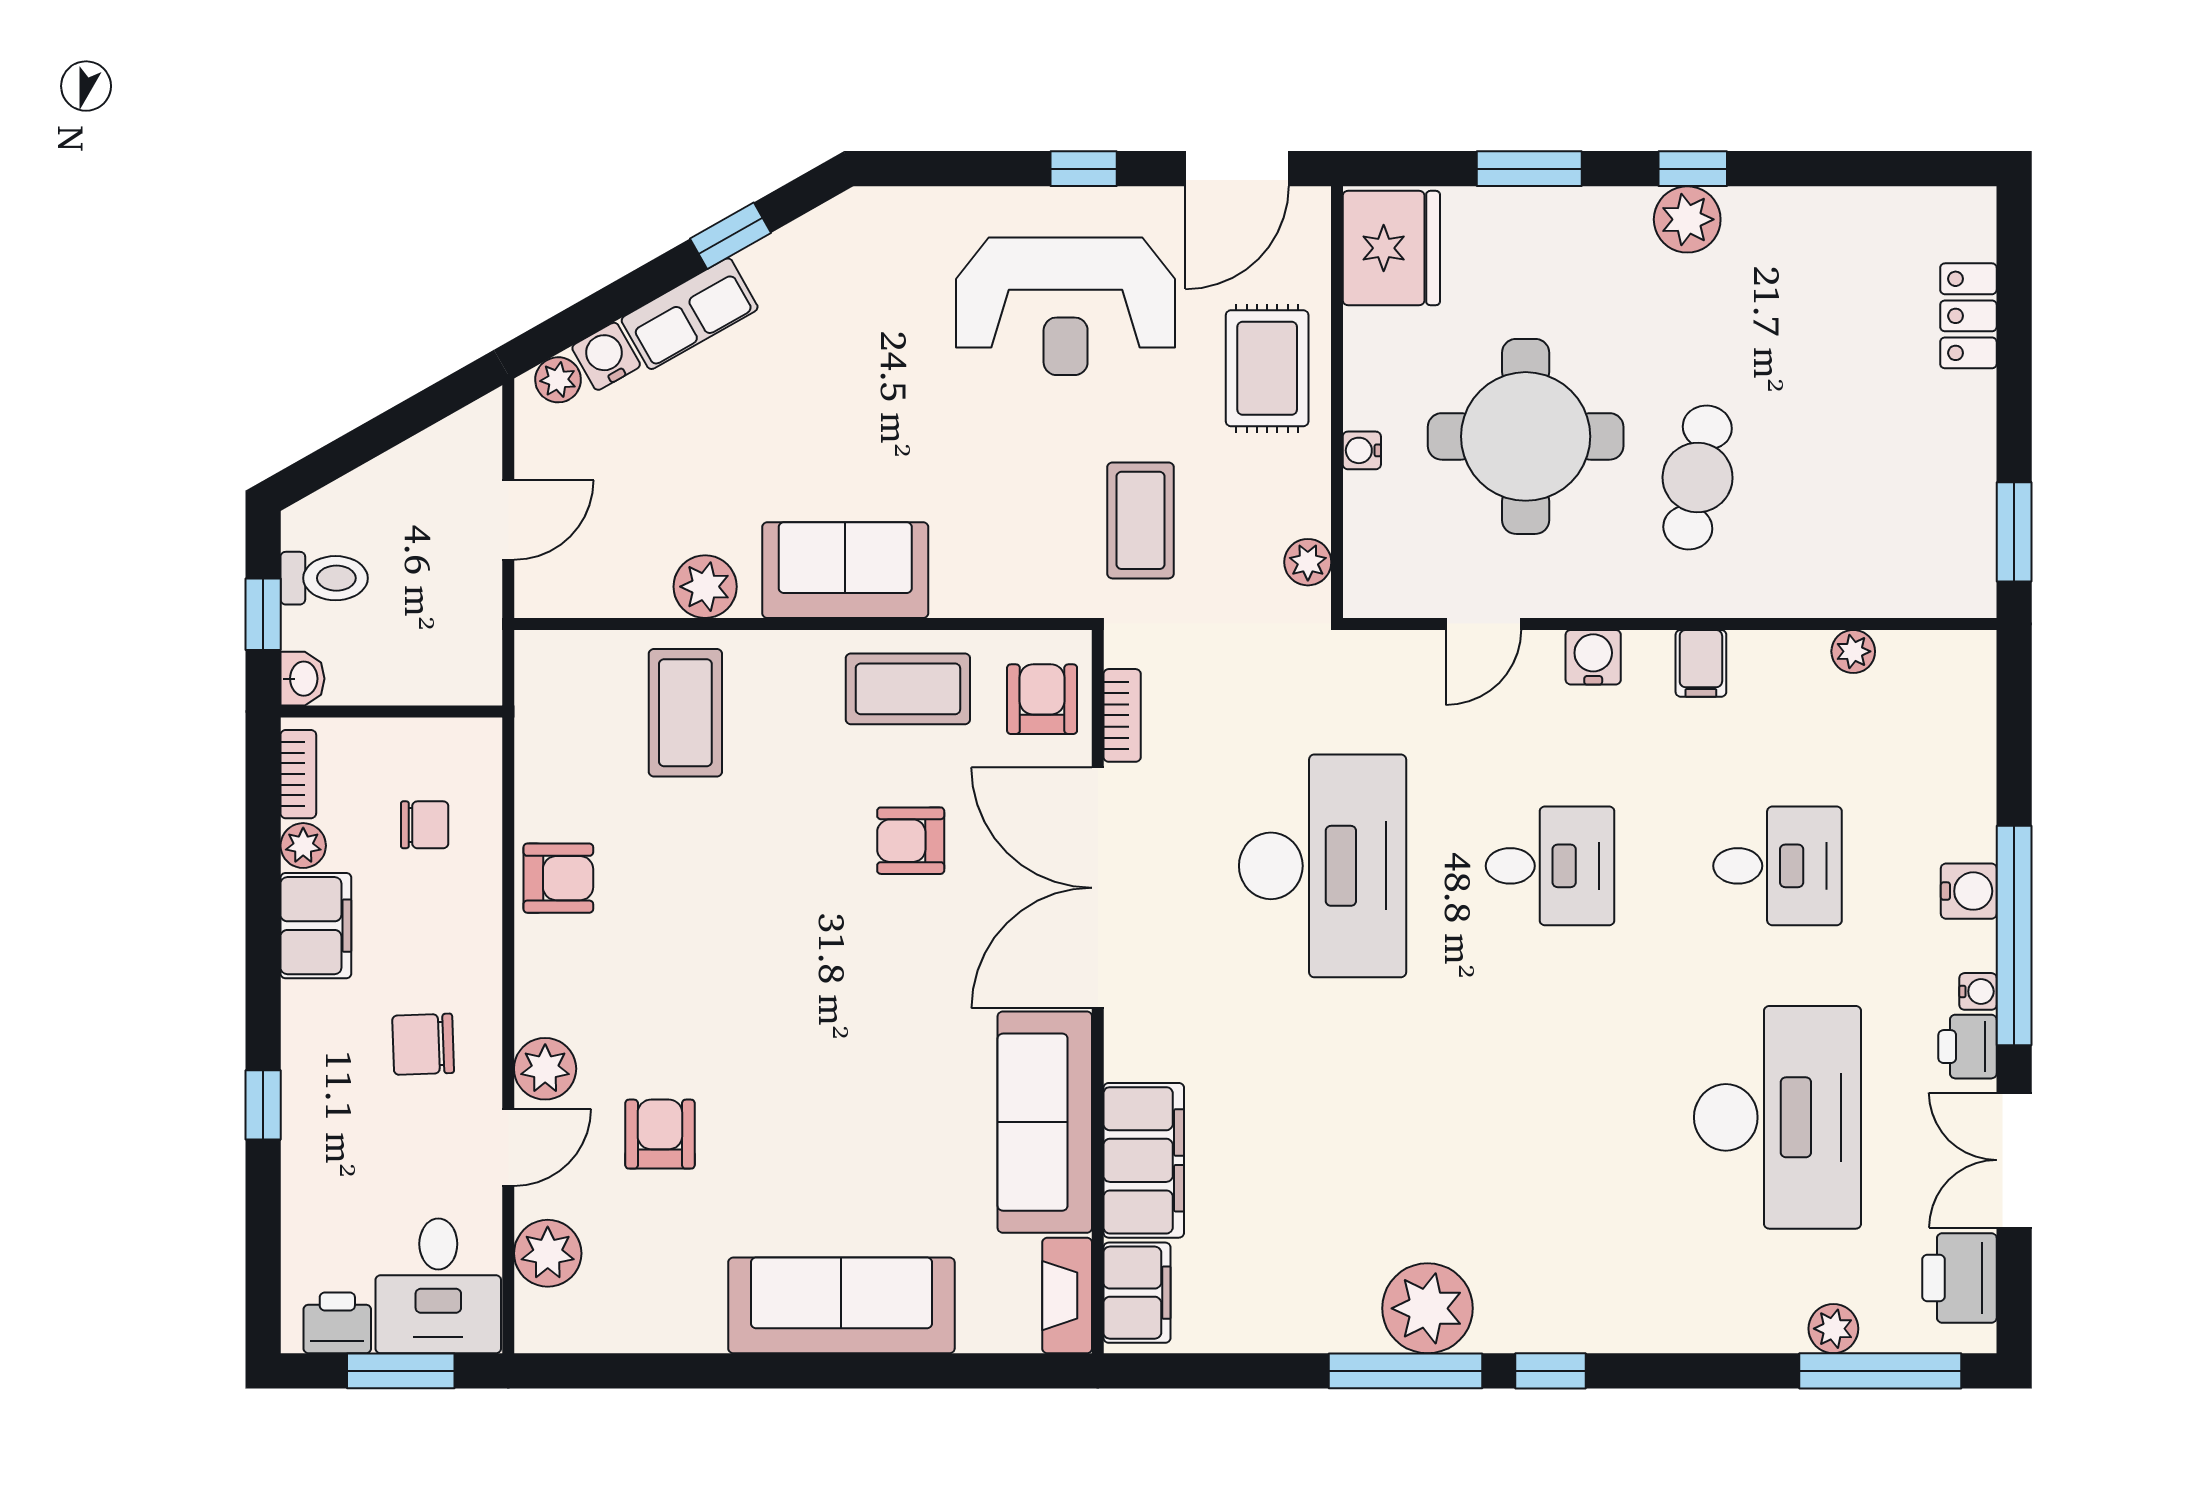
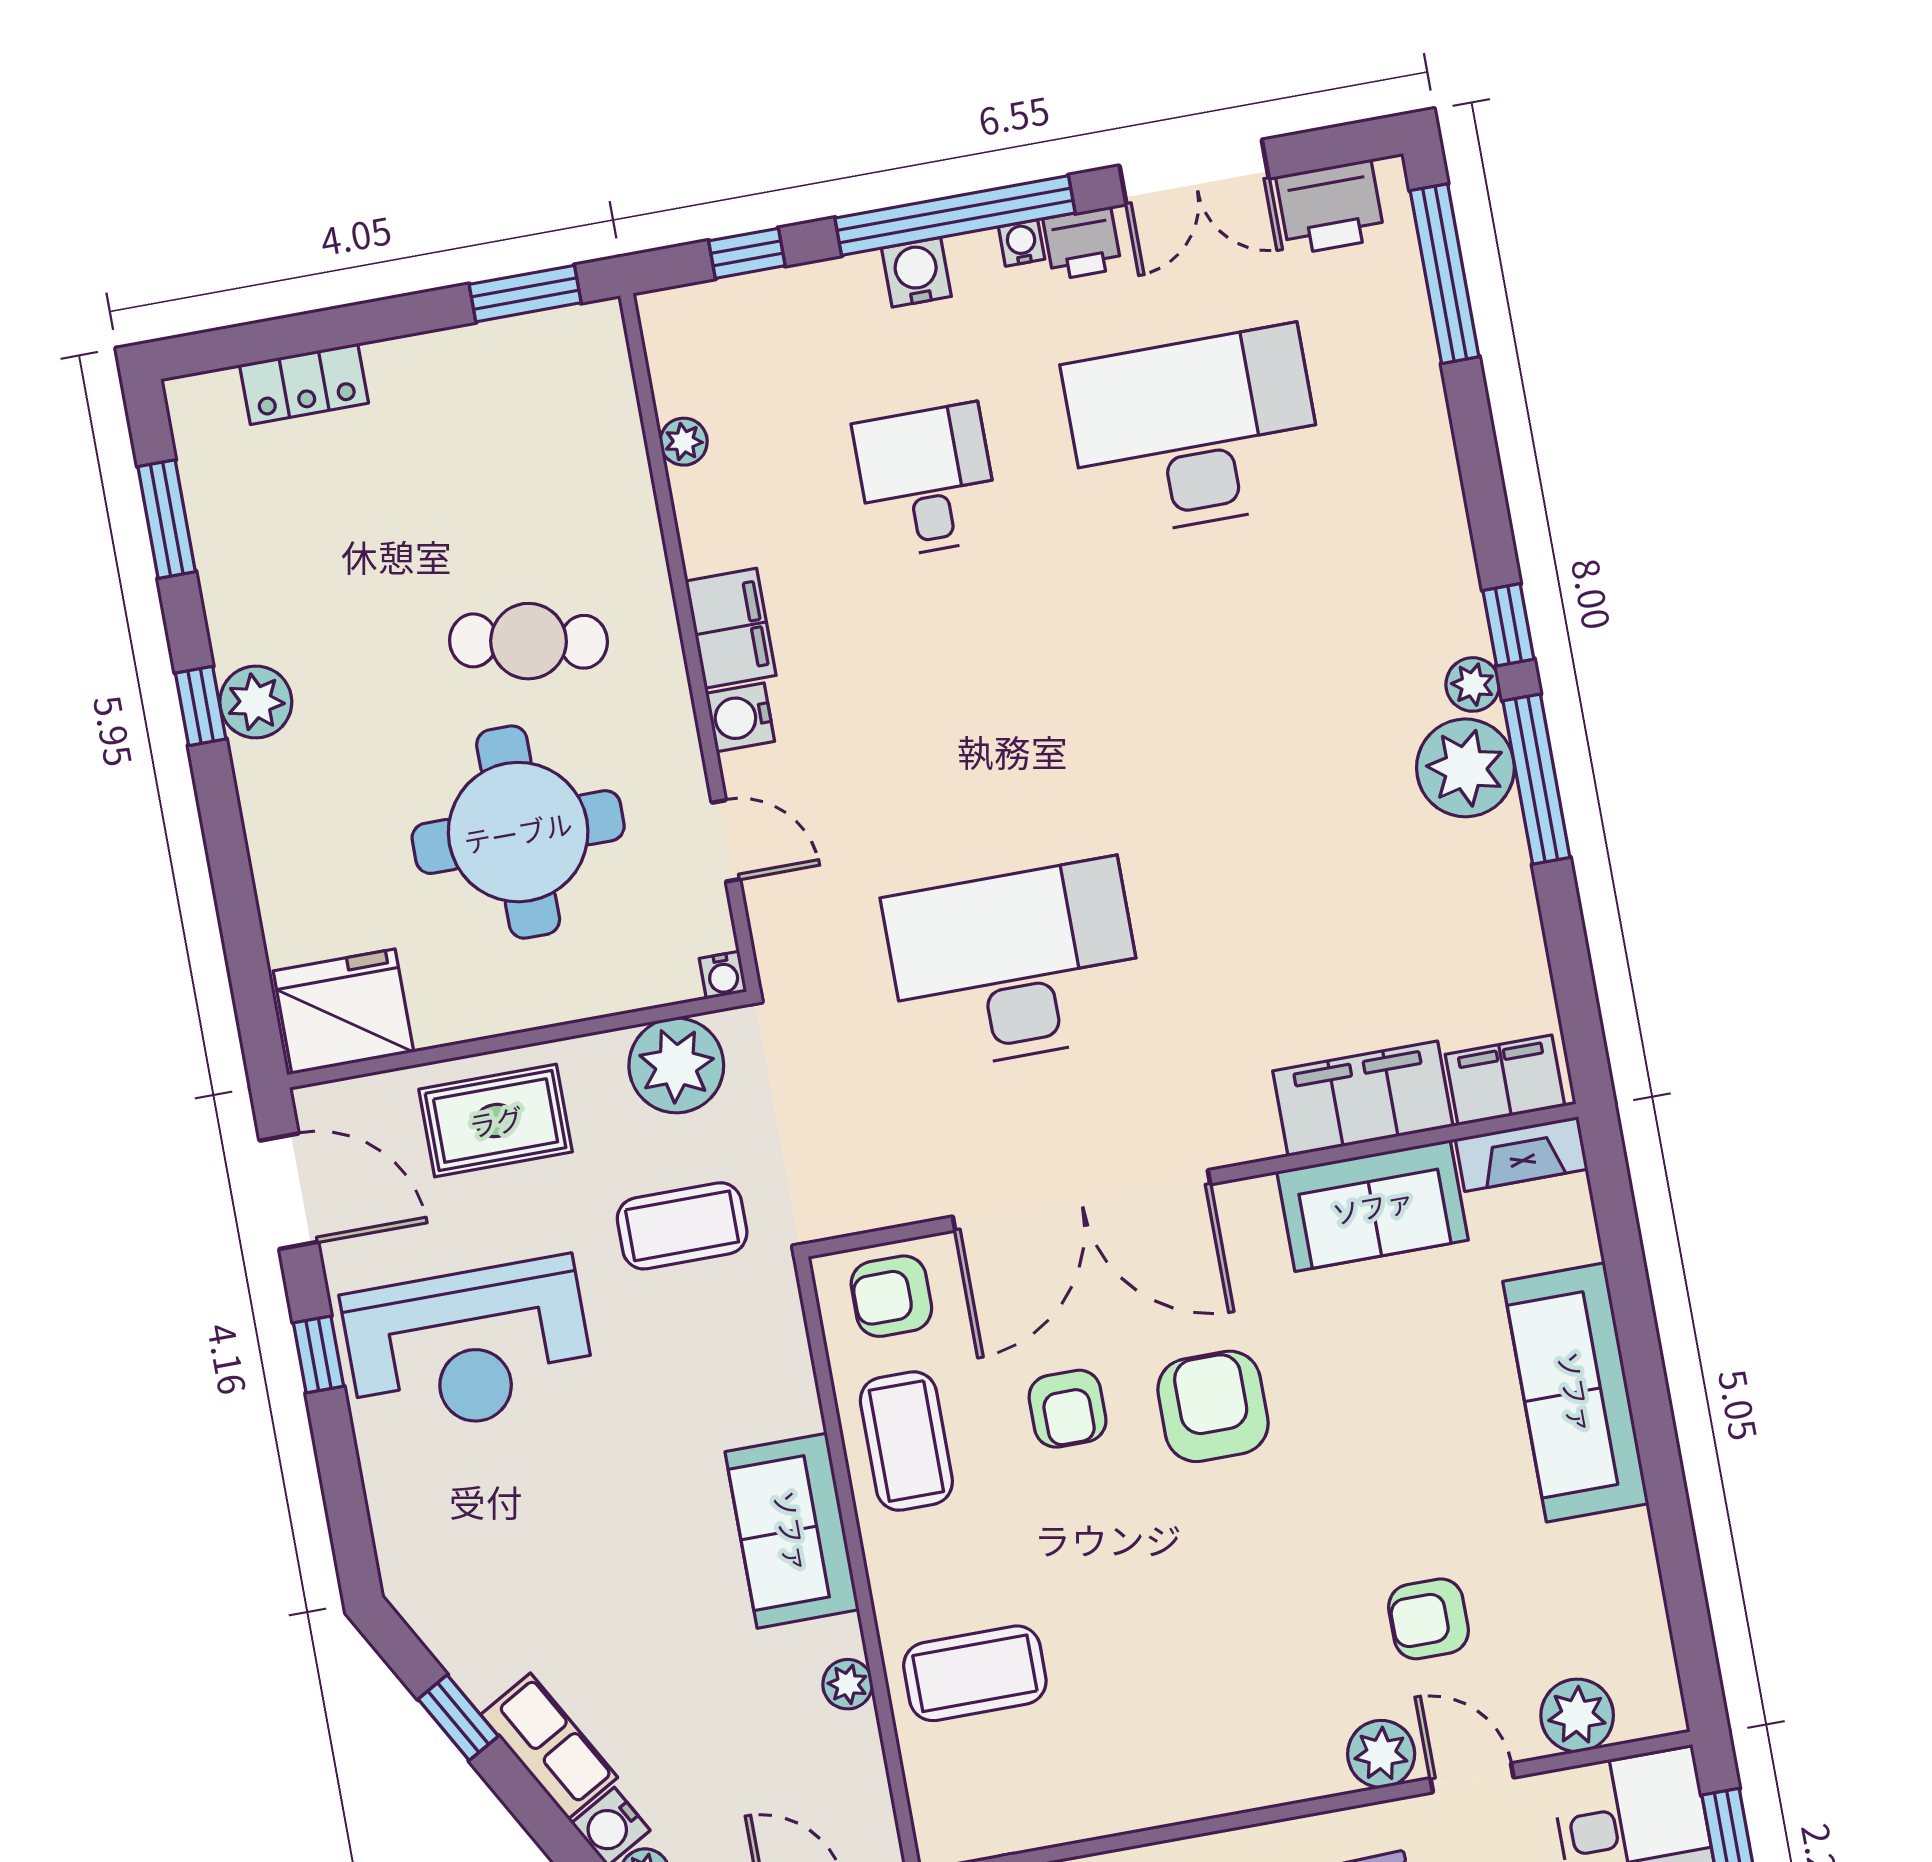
window: (1529, 169) -> (167, 519), moved
reception desk: (1066, 306) -> (469, 1347), turned 90
water cooler: (1362, 450) -> (723, 975), moved
plant: (1308, 562) -> (676, 1065), width x1.88, depth x1.88
plant: (705, 587) -> (848, 1684), width x0.73, depth x0.73
filing cabinet: (1701, 663) -> (731, 628), width x2.00
bookcase: (1122, 715) -> (893, 1208), removed
window: (2014, 740) -> (747, 253), added
desk: (1550, 866) -> (971, 723), removed
armchair: (558, 878) -> (1213, 1406), moved, width x1.38, depth x1.38
sofa: (1045, 1122) -> (1373, 1206), width x0.73
plant: (1833, 1329) -> (1473, 684), moved

